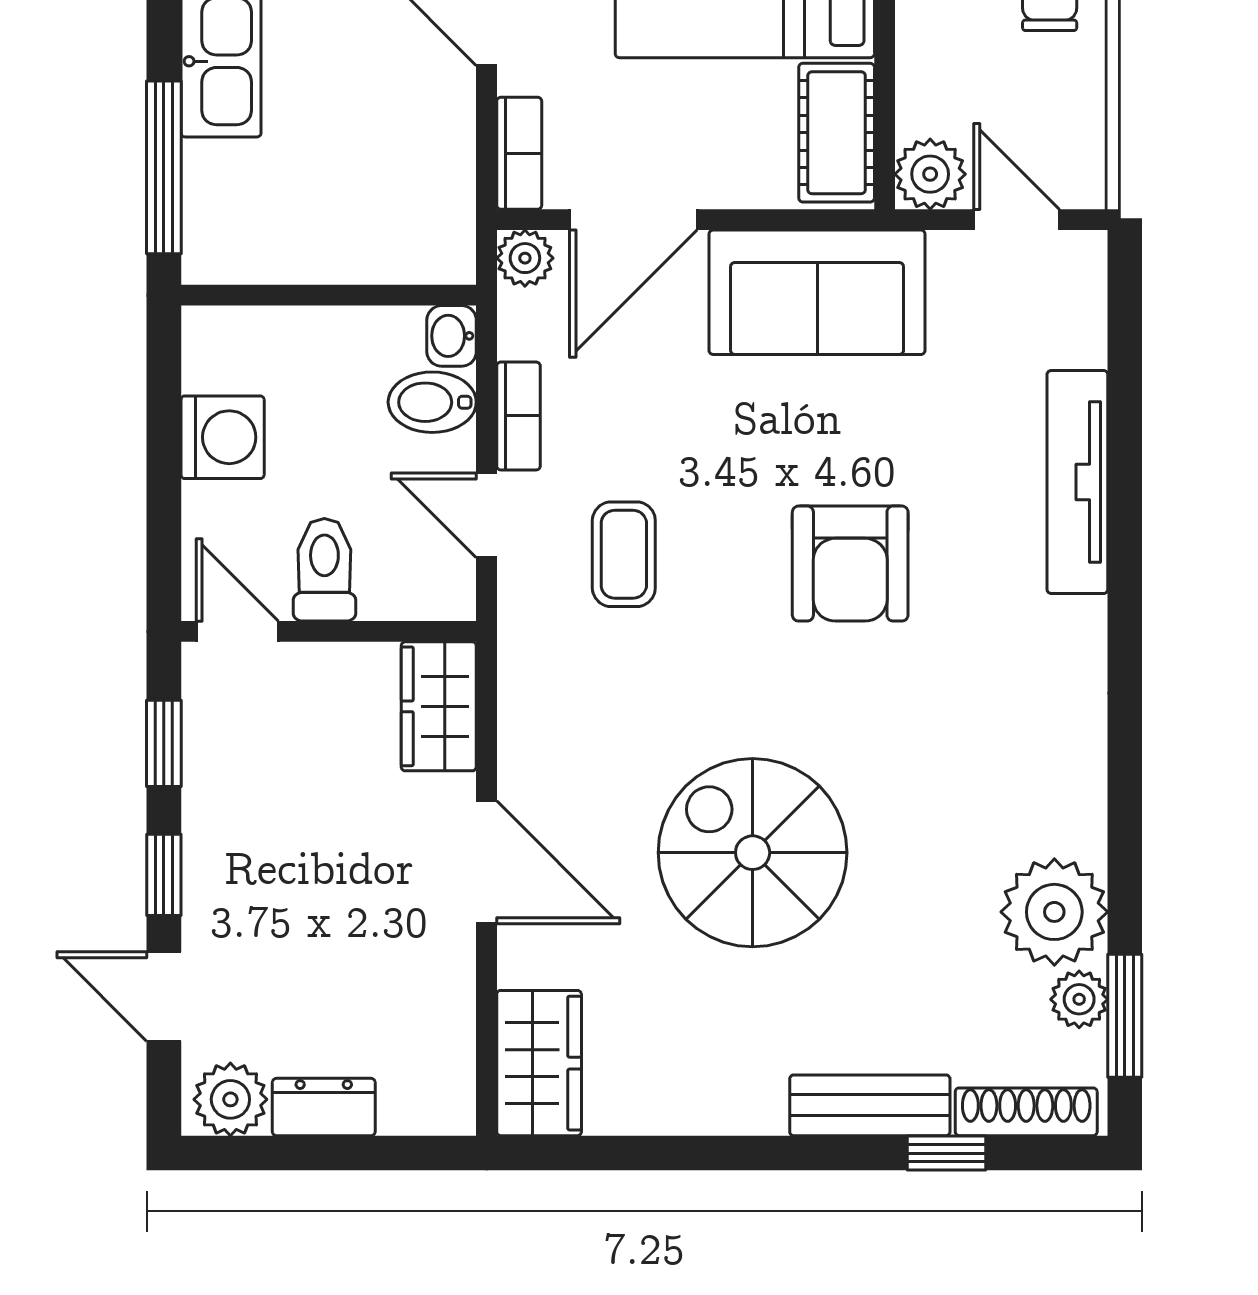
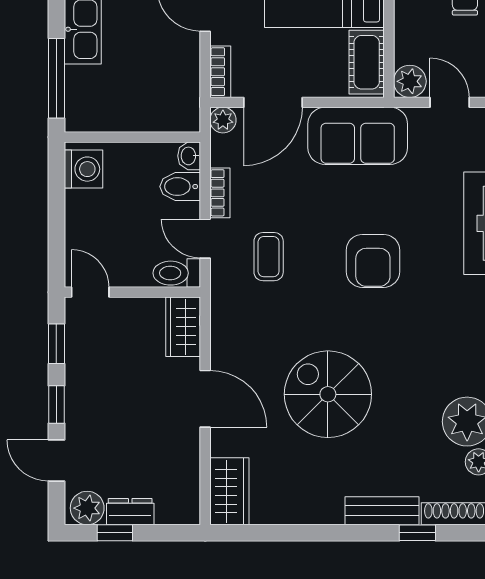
washing machine: (223, 437) -> (83, 169), moved
toilet: (324, 570) -> (177, 273), moved, turned -90
window: (290, 1153) -> (115, 533), added

